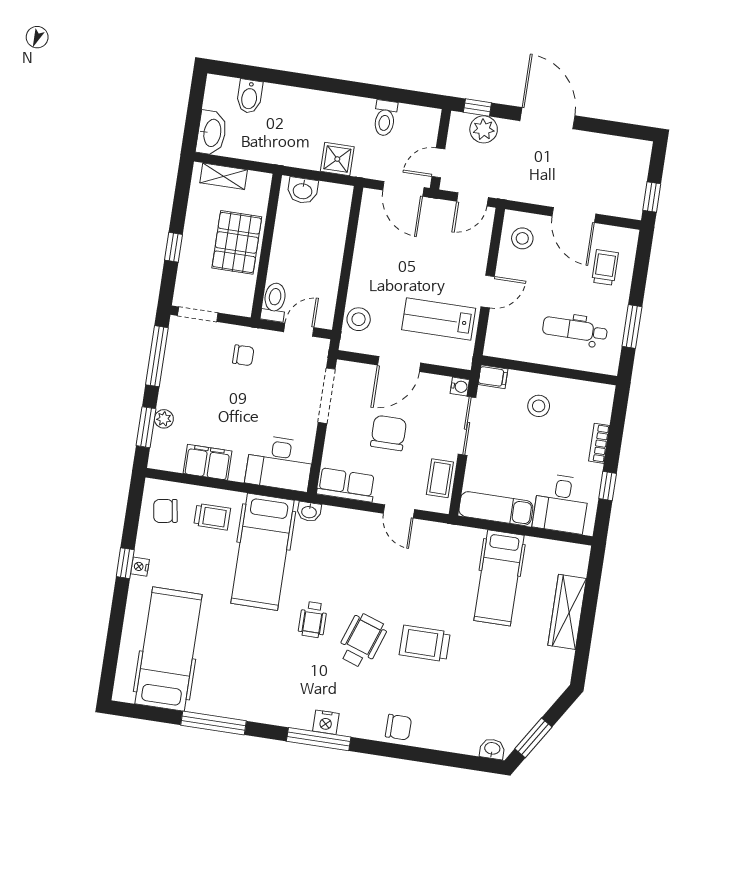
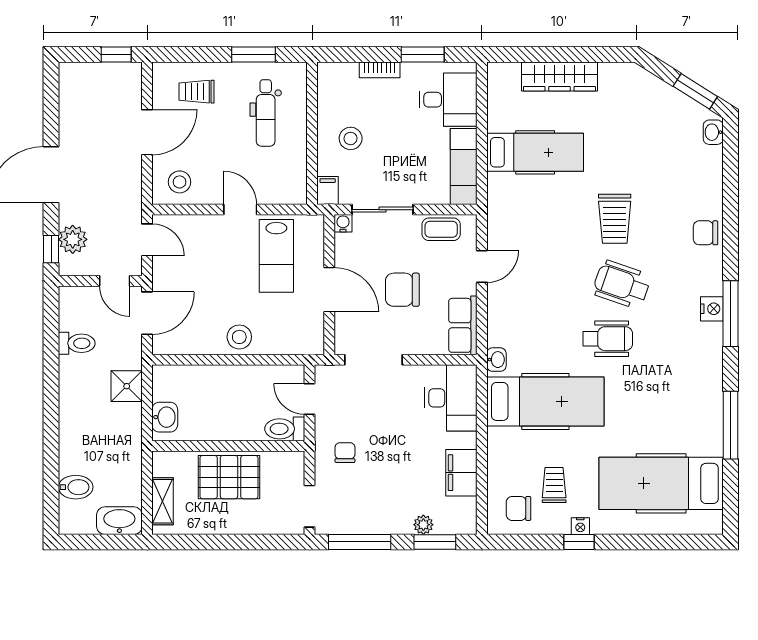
window: (174, 247) -> (244, 542), removed
stool: (359, 319) -> (239, 337), moved
window: (608, 486) -> (423, 54), width x1.50
chair: (165, 511) -> (519, 508), turned 99
trolley: (212, 517) -> (554, 485), moved
wheelchair: (313, 620) -> (608, 339), width x1.36, depth x1.37
chair: (398, 727) -> (706, 233), turned -90

